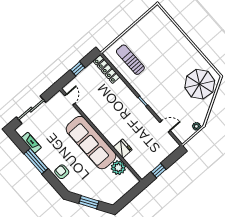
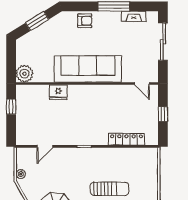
sun lounger: (130, 60) -> (109, 189), moved
locker: (107, 69) -> (127, 139), moved
plant: (118, 168) -> (24, 74), moved

